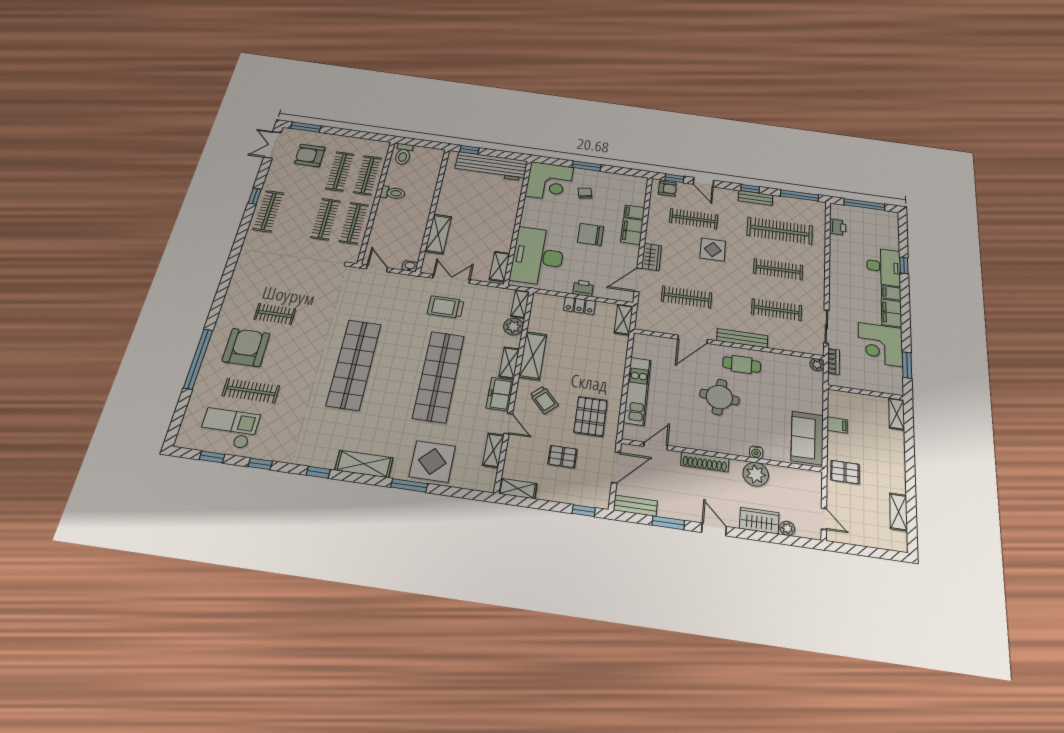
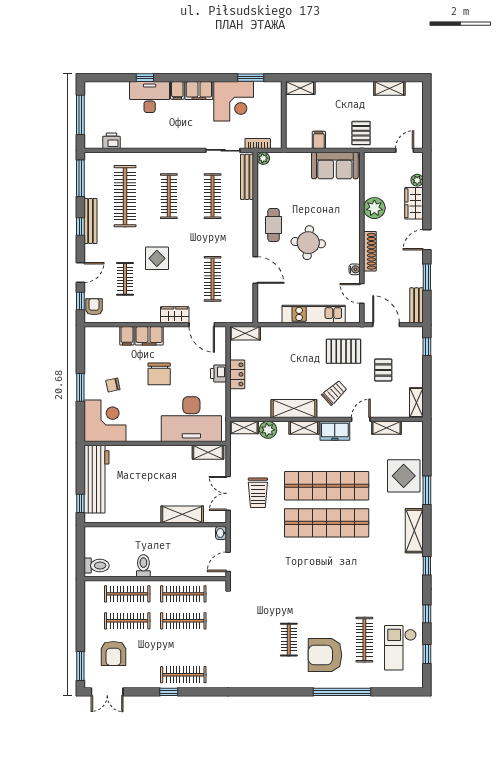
bench: (755, 198) -> (91, 221), width x1.36
clothes rail: (694, 219) -> (125, 279), width x0.73
bench: (742, 338) -> (247, 177), moved
shop shelf: (354, 364) -> (327, 523), moved
water cooler: (756, 452) -> (355, 269), moved

